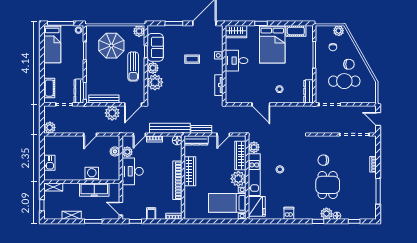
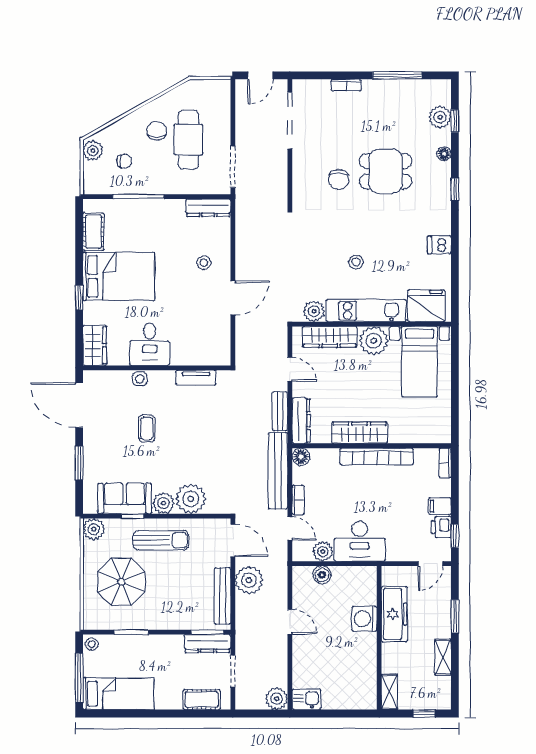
kitchen sink: (49, 163) -> (306, 699), moved
printer: (140, 214) -> (441, 527), added
plant: (326, 214) -> (440, 117), moved

